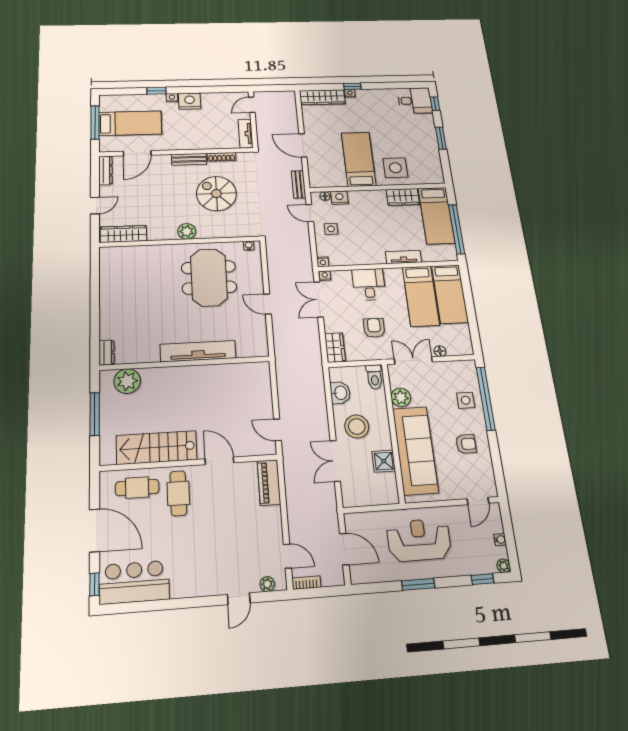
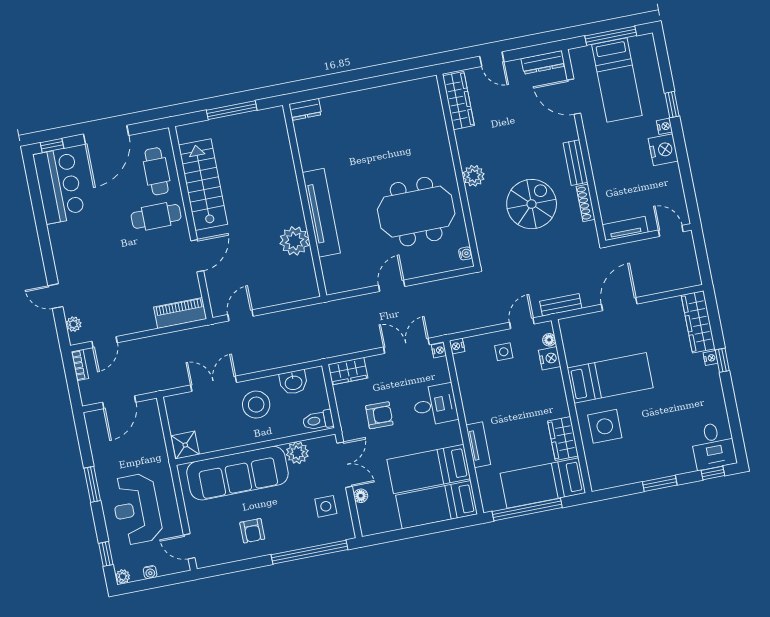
plant: (127, 381) -> (294, 241), moved
side table: (466, 400) -> (326, 506), moved
shower: (384, 461) -> (185, 445), moved
reception desk: (419, 540) -> (137, 509), moved, turned 180

